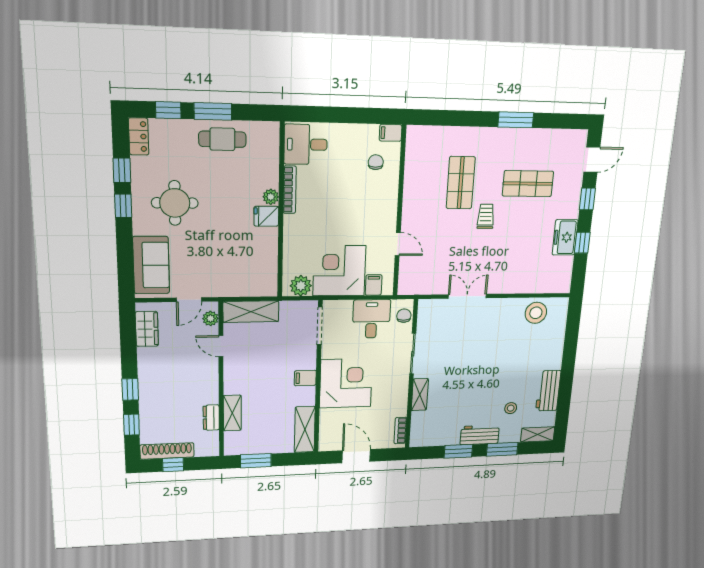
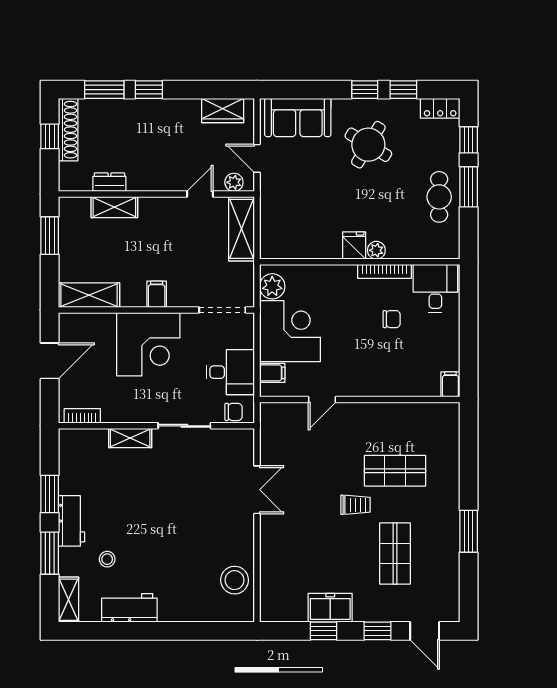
chair: (376, 162) -> (392, 319), moved
round table: (175, 203) -> (368, 145), turned 31
window: (131, 425) -> (104, 90), width x1.50

